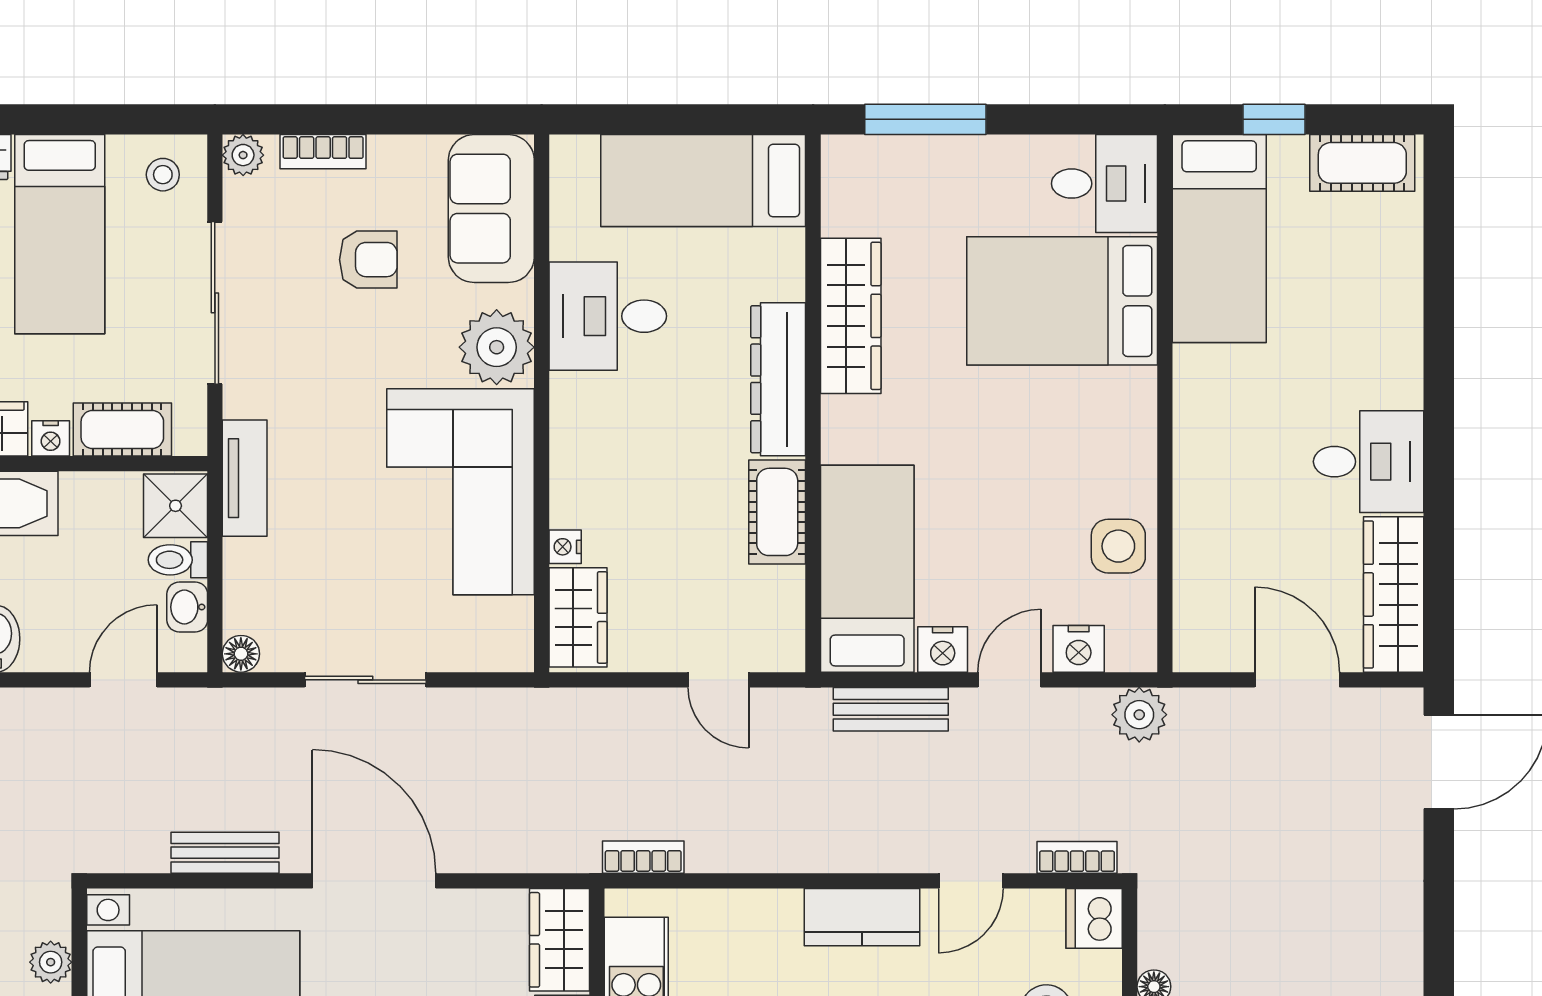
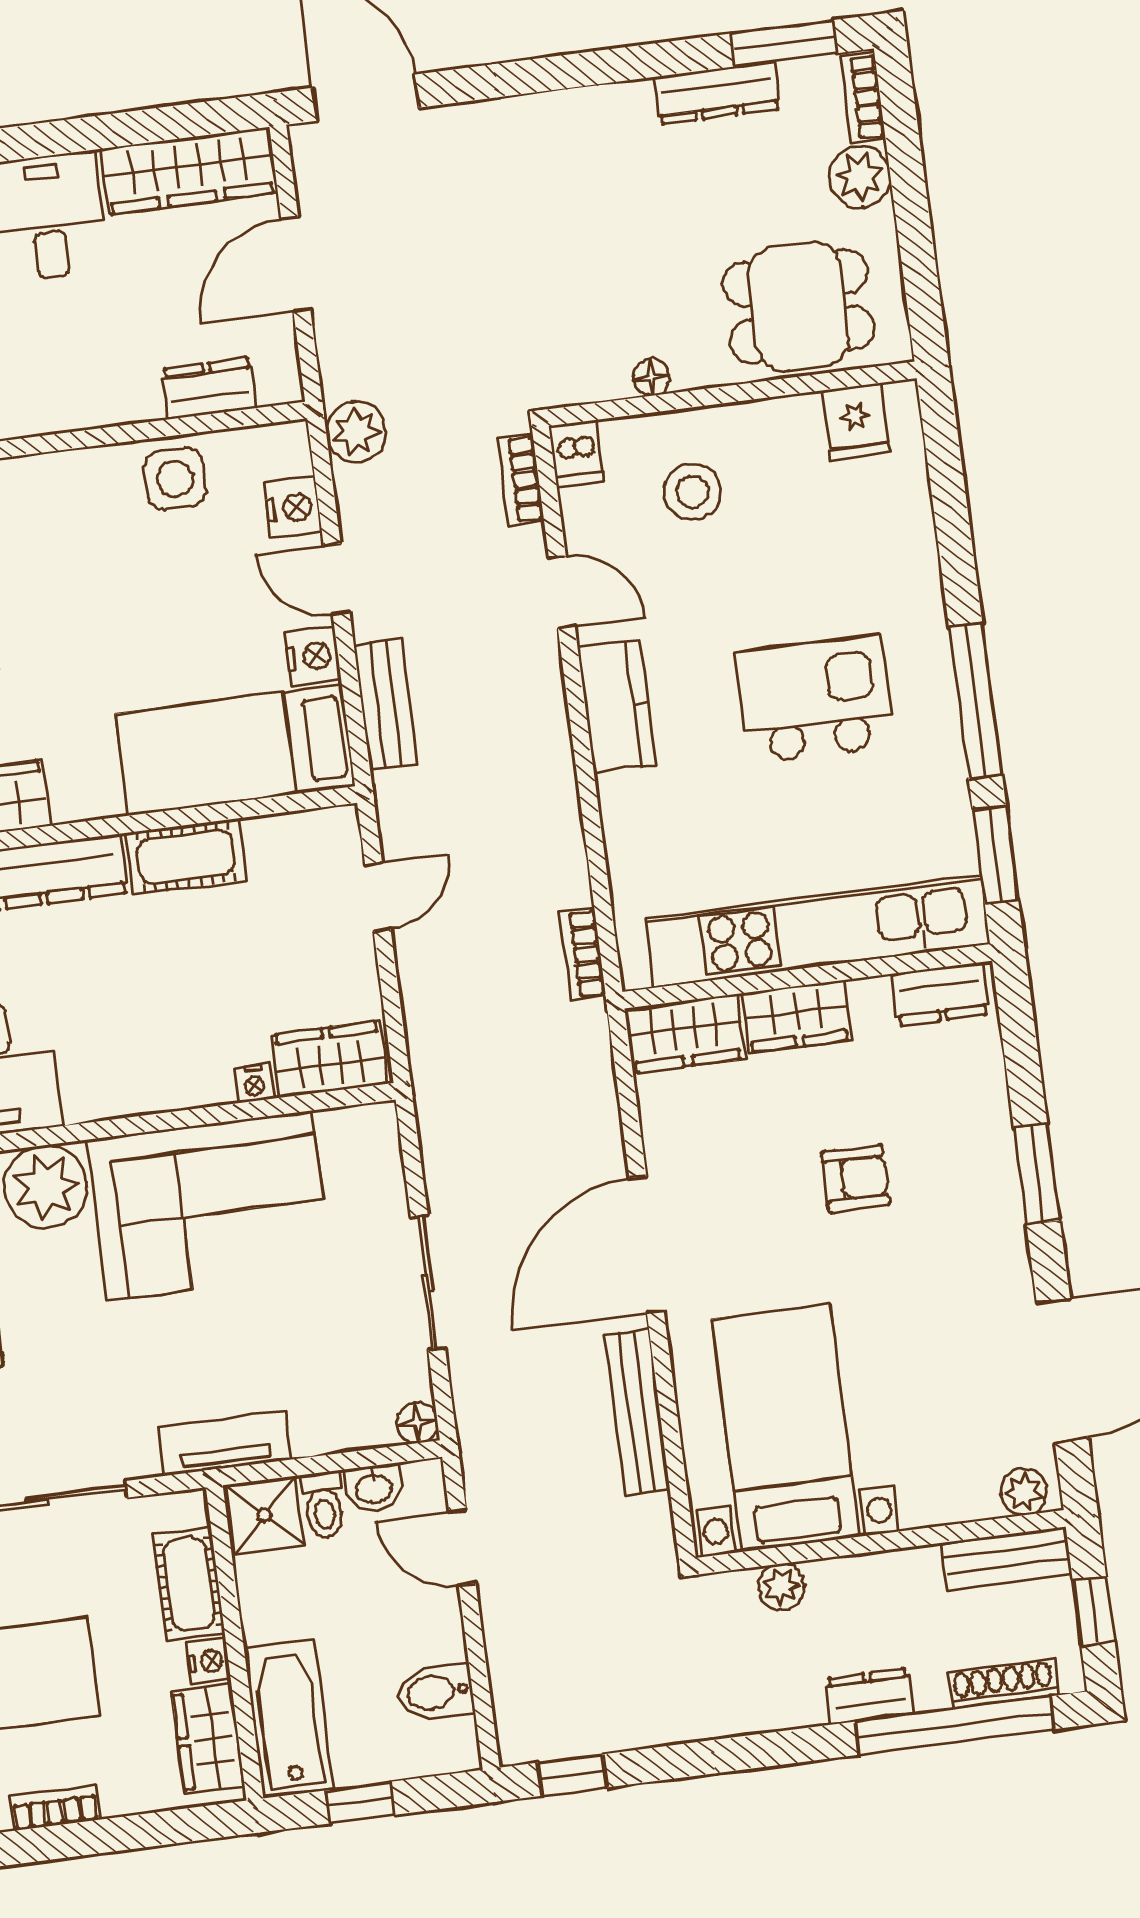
dresser: (1195, 587) -> (209, 388), added
bench: (225, 853) -> (637, 1412), width x1.36
dishwasher: (1094, 918) -> (576, 453), width x0.73

